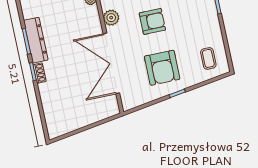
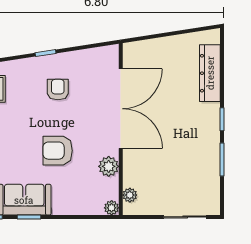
dresser: (36, 40) -> (210, 73), moved
armchair: (162, 68) -> (58, 90), width x0.53, depth x0.53
shoe rack: (40, 73) -> (214, 116), removed

